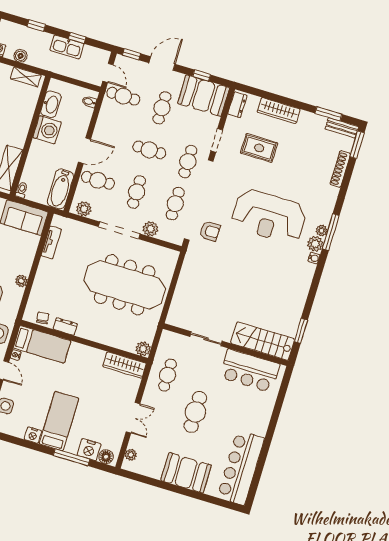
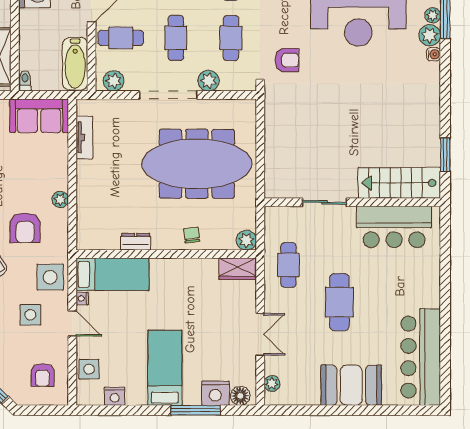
chair: (43, 318) -> (192, 235), moved
wardrobe: (125, 365) -> (238, 269), width x0.67
nightstand: (33, 435) -> (115, 396), moved

